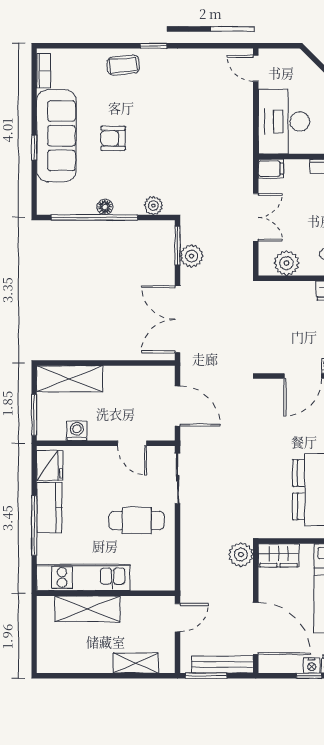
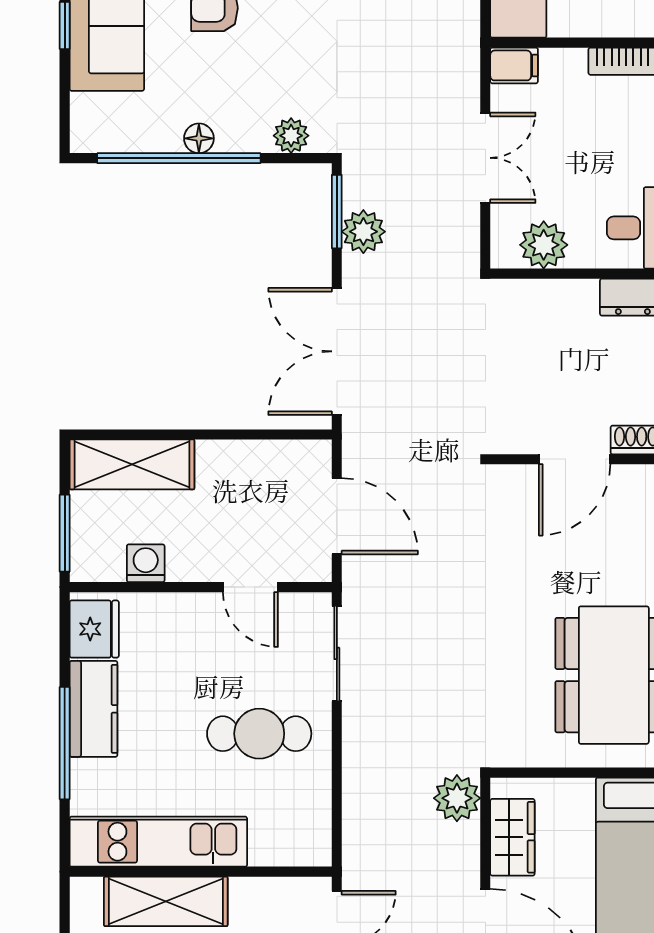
wardrobe: (279, 555) -> (512, 837), moved, turned -90

